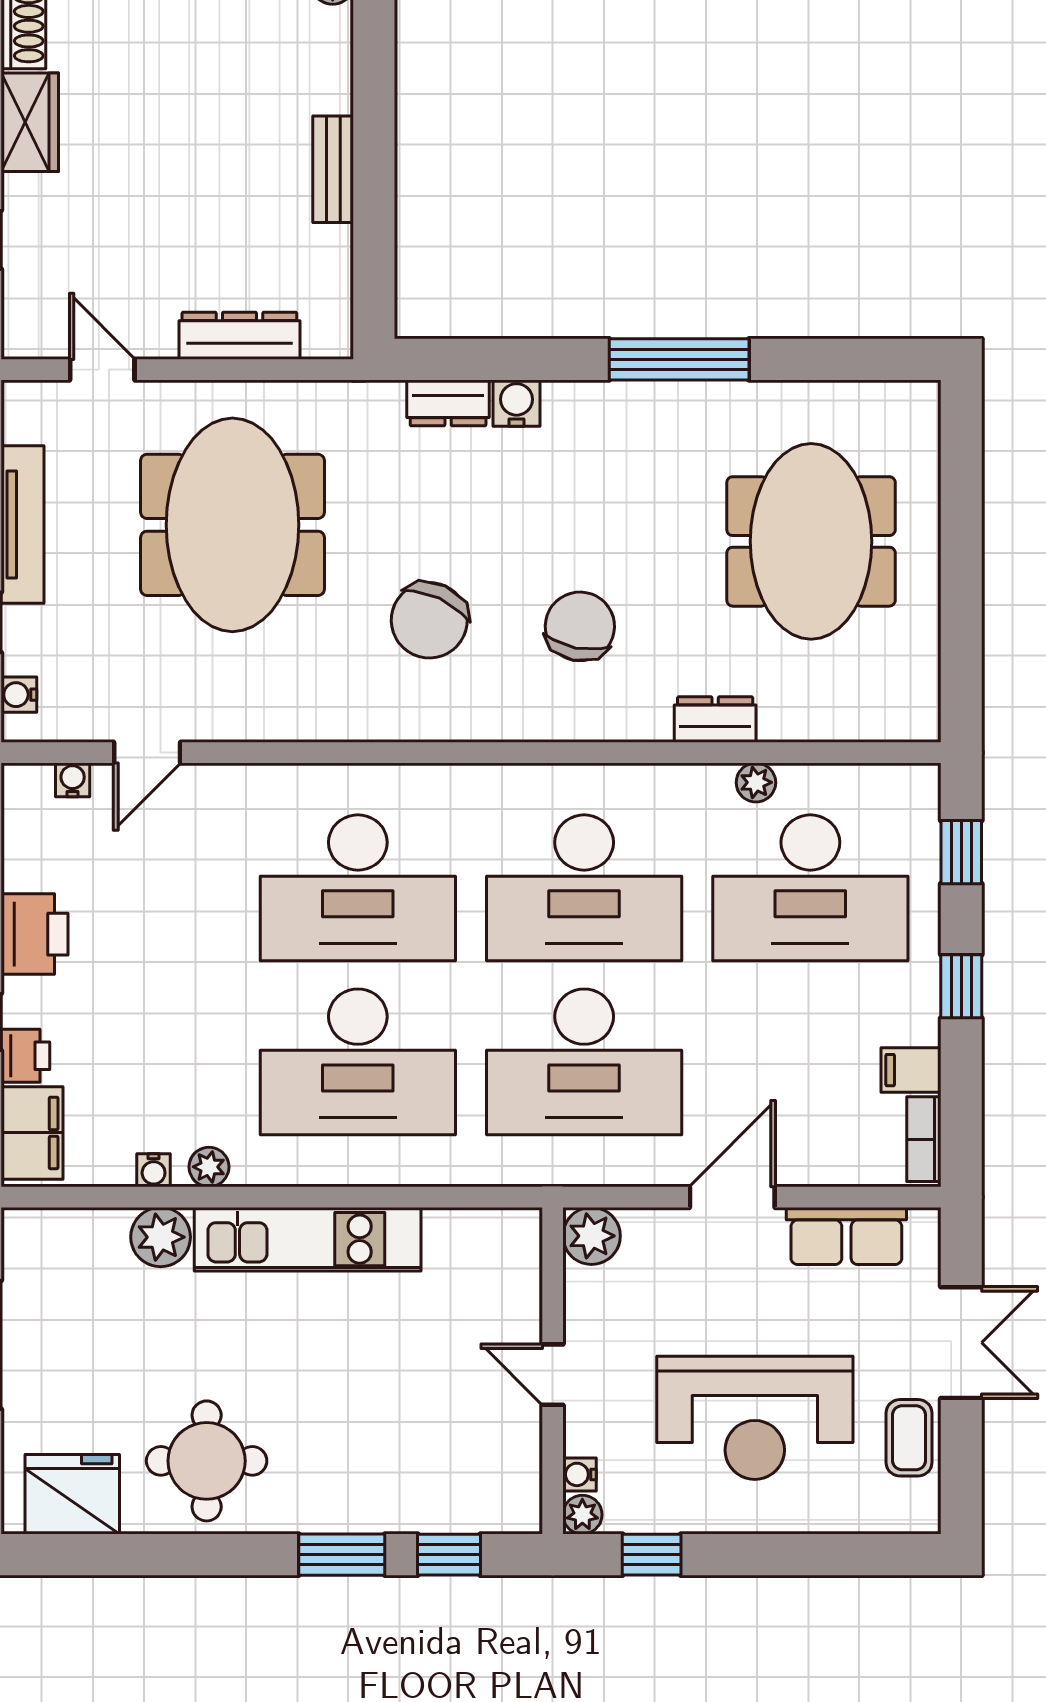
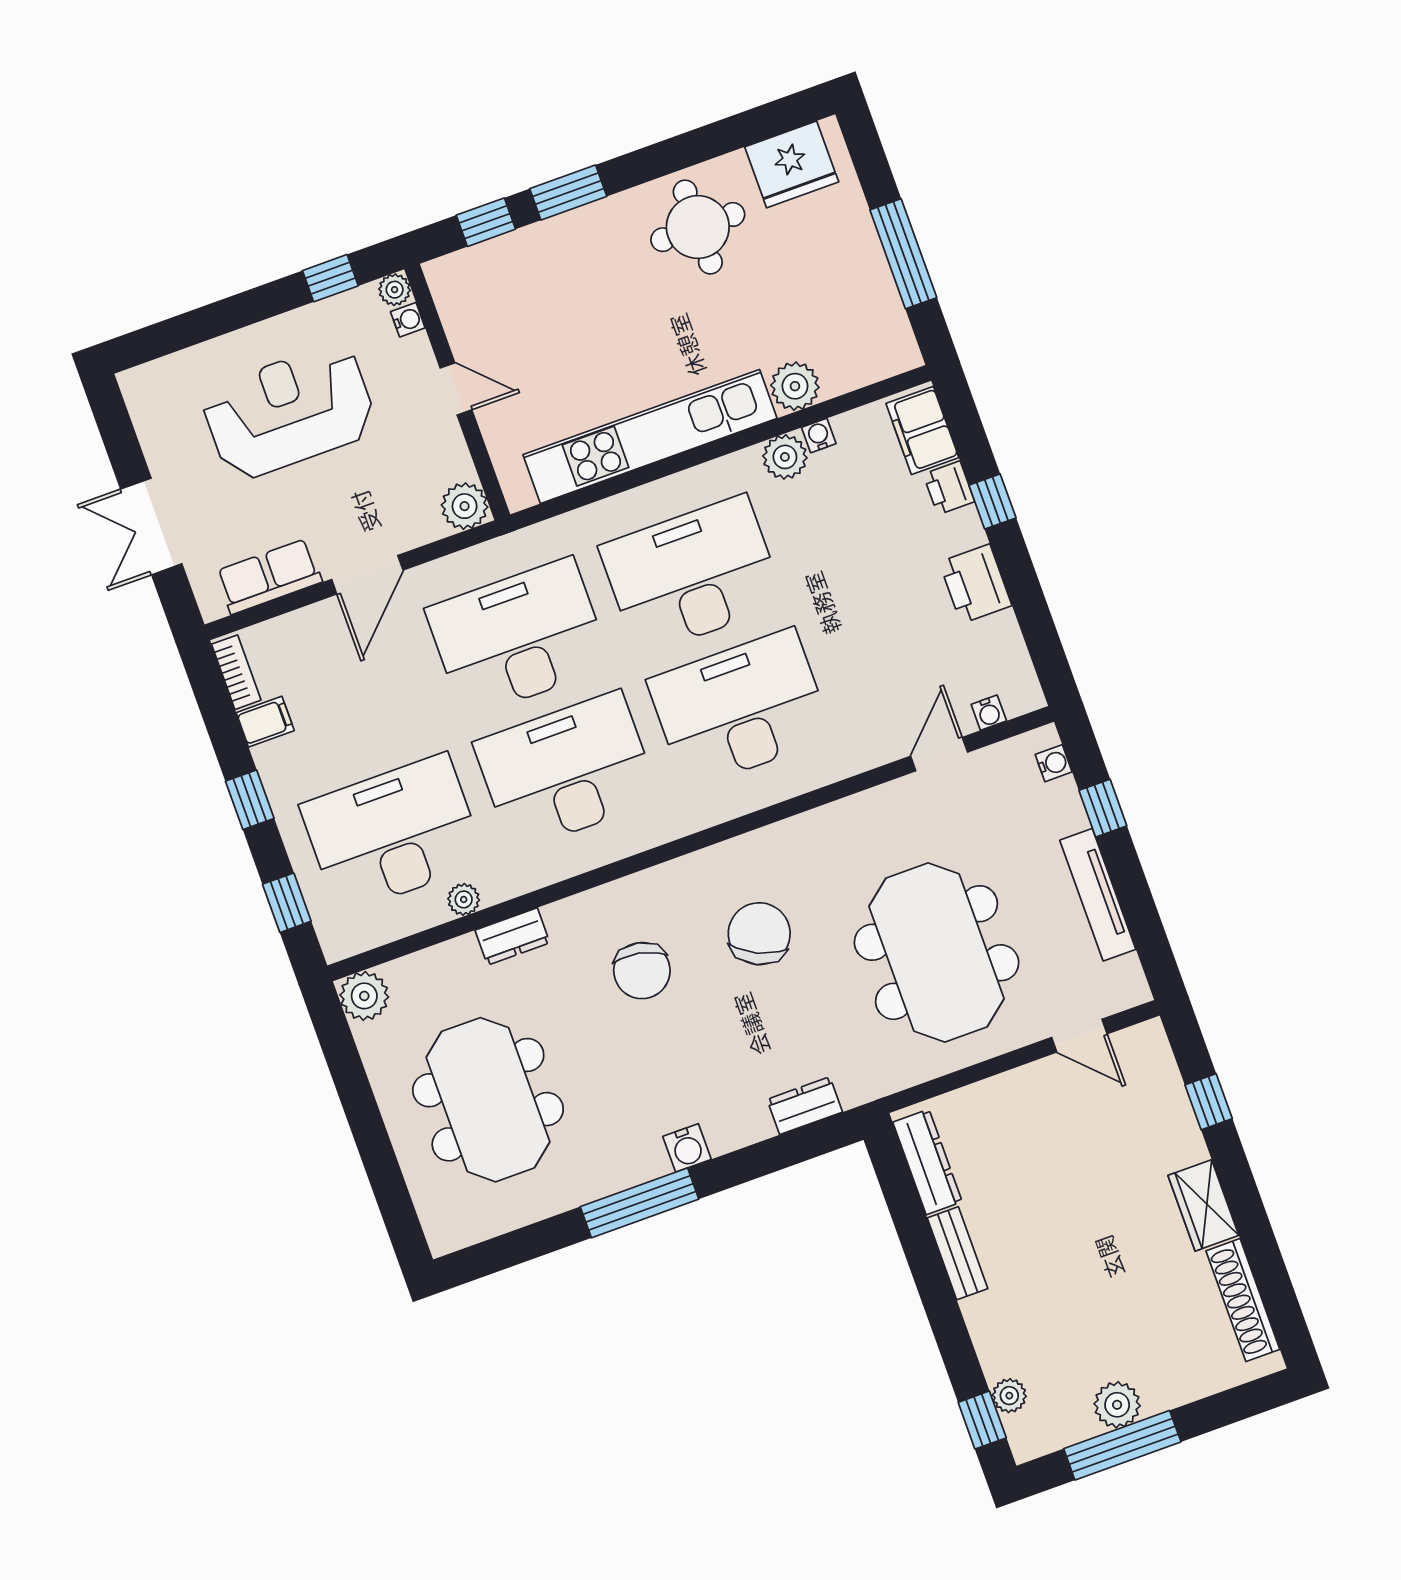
dresser: (239, 336) -> (928, 1162), moved, turned -90
water cooler: (517, 403) -> (687, 1148), moved
plant: (911, 712) -> (364, 996), added
plant: (209, 1167) -> (785, 457), width x1.38, depth x1.38
kitchen unit: (308, 1239) -> (650, 437), width x1.36
coffee table: (909, 1438) -> (165, 439), removed

